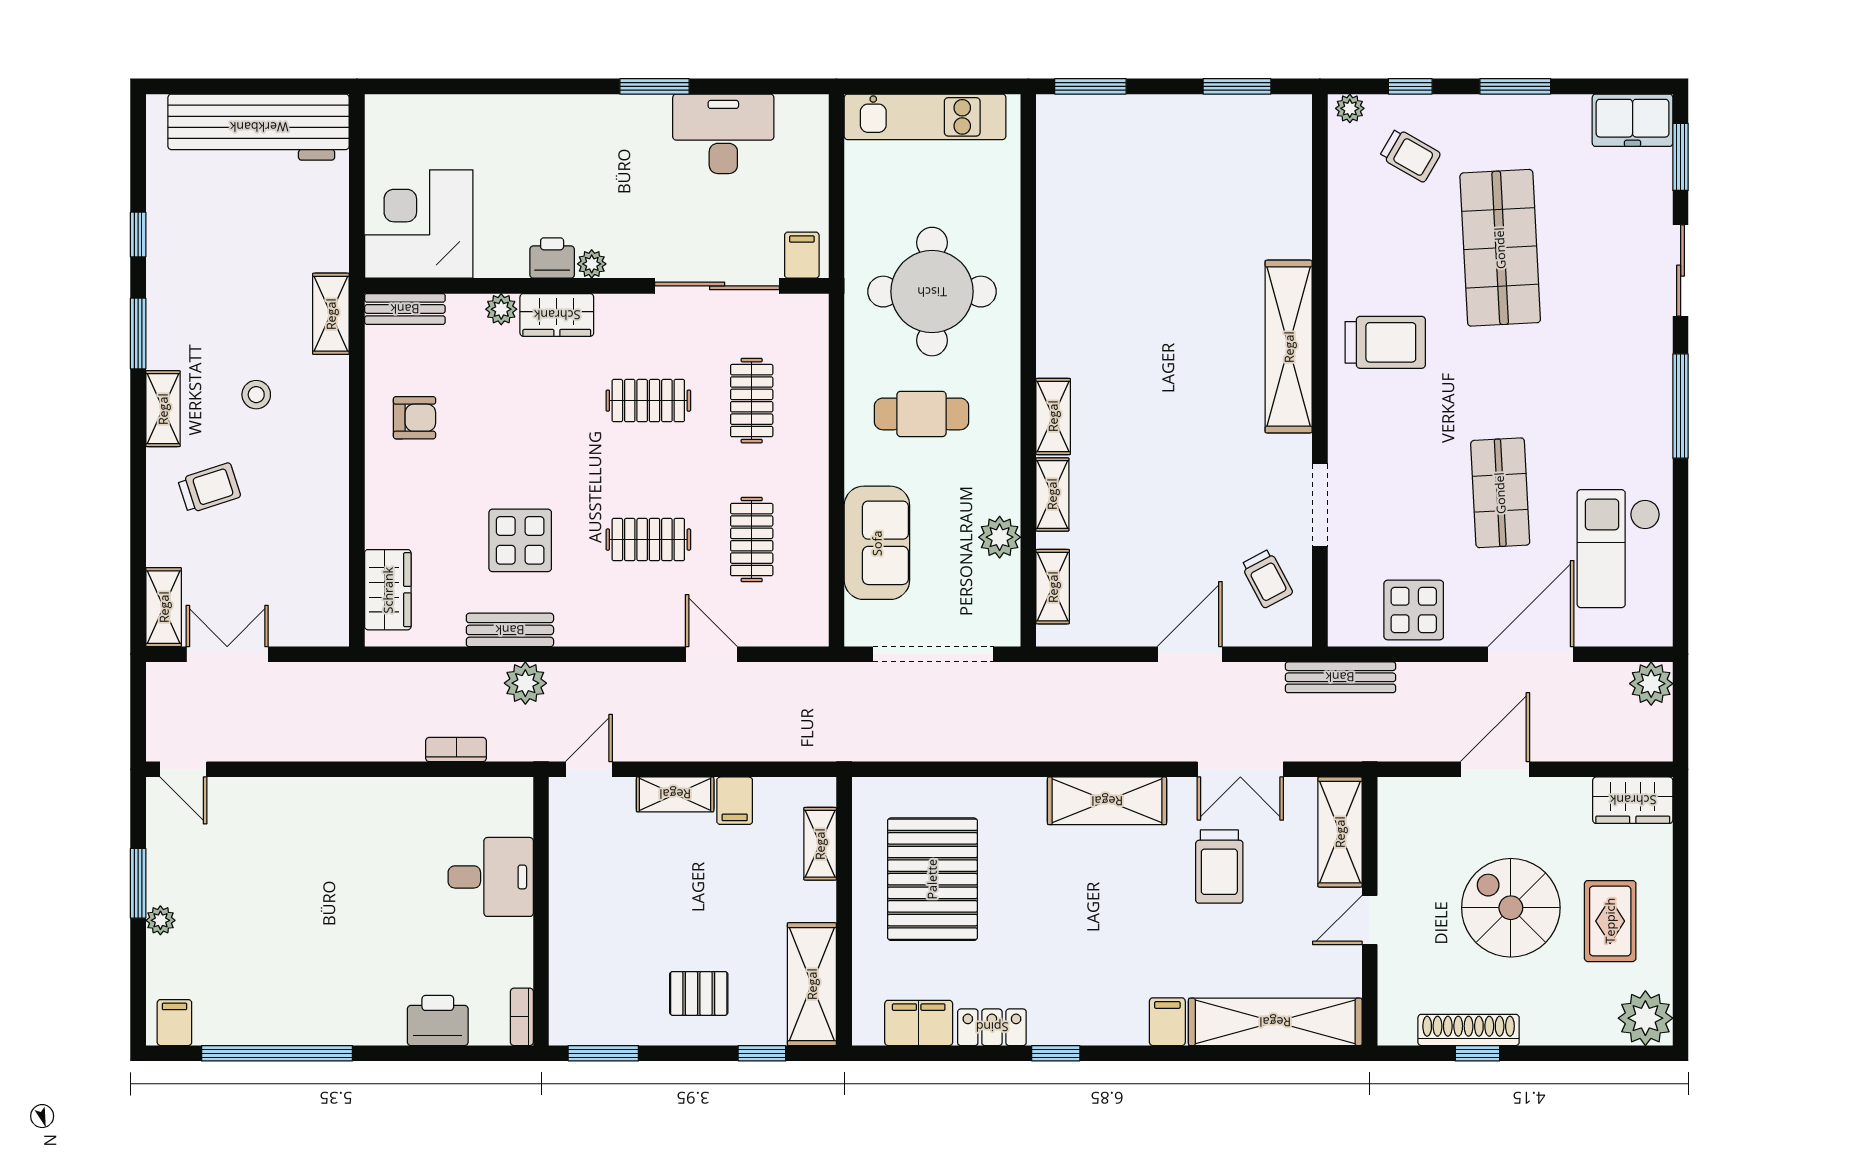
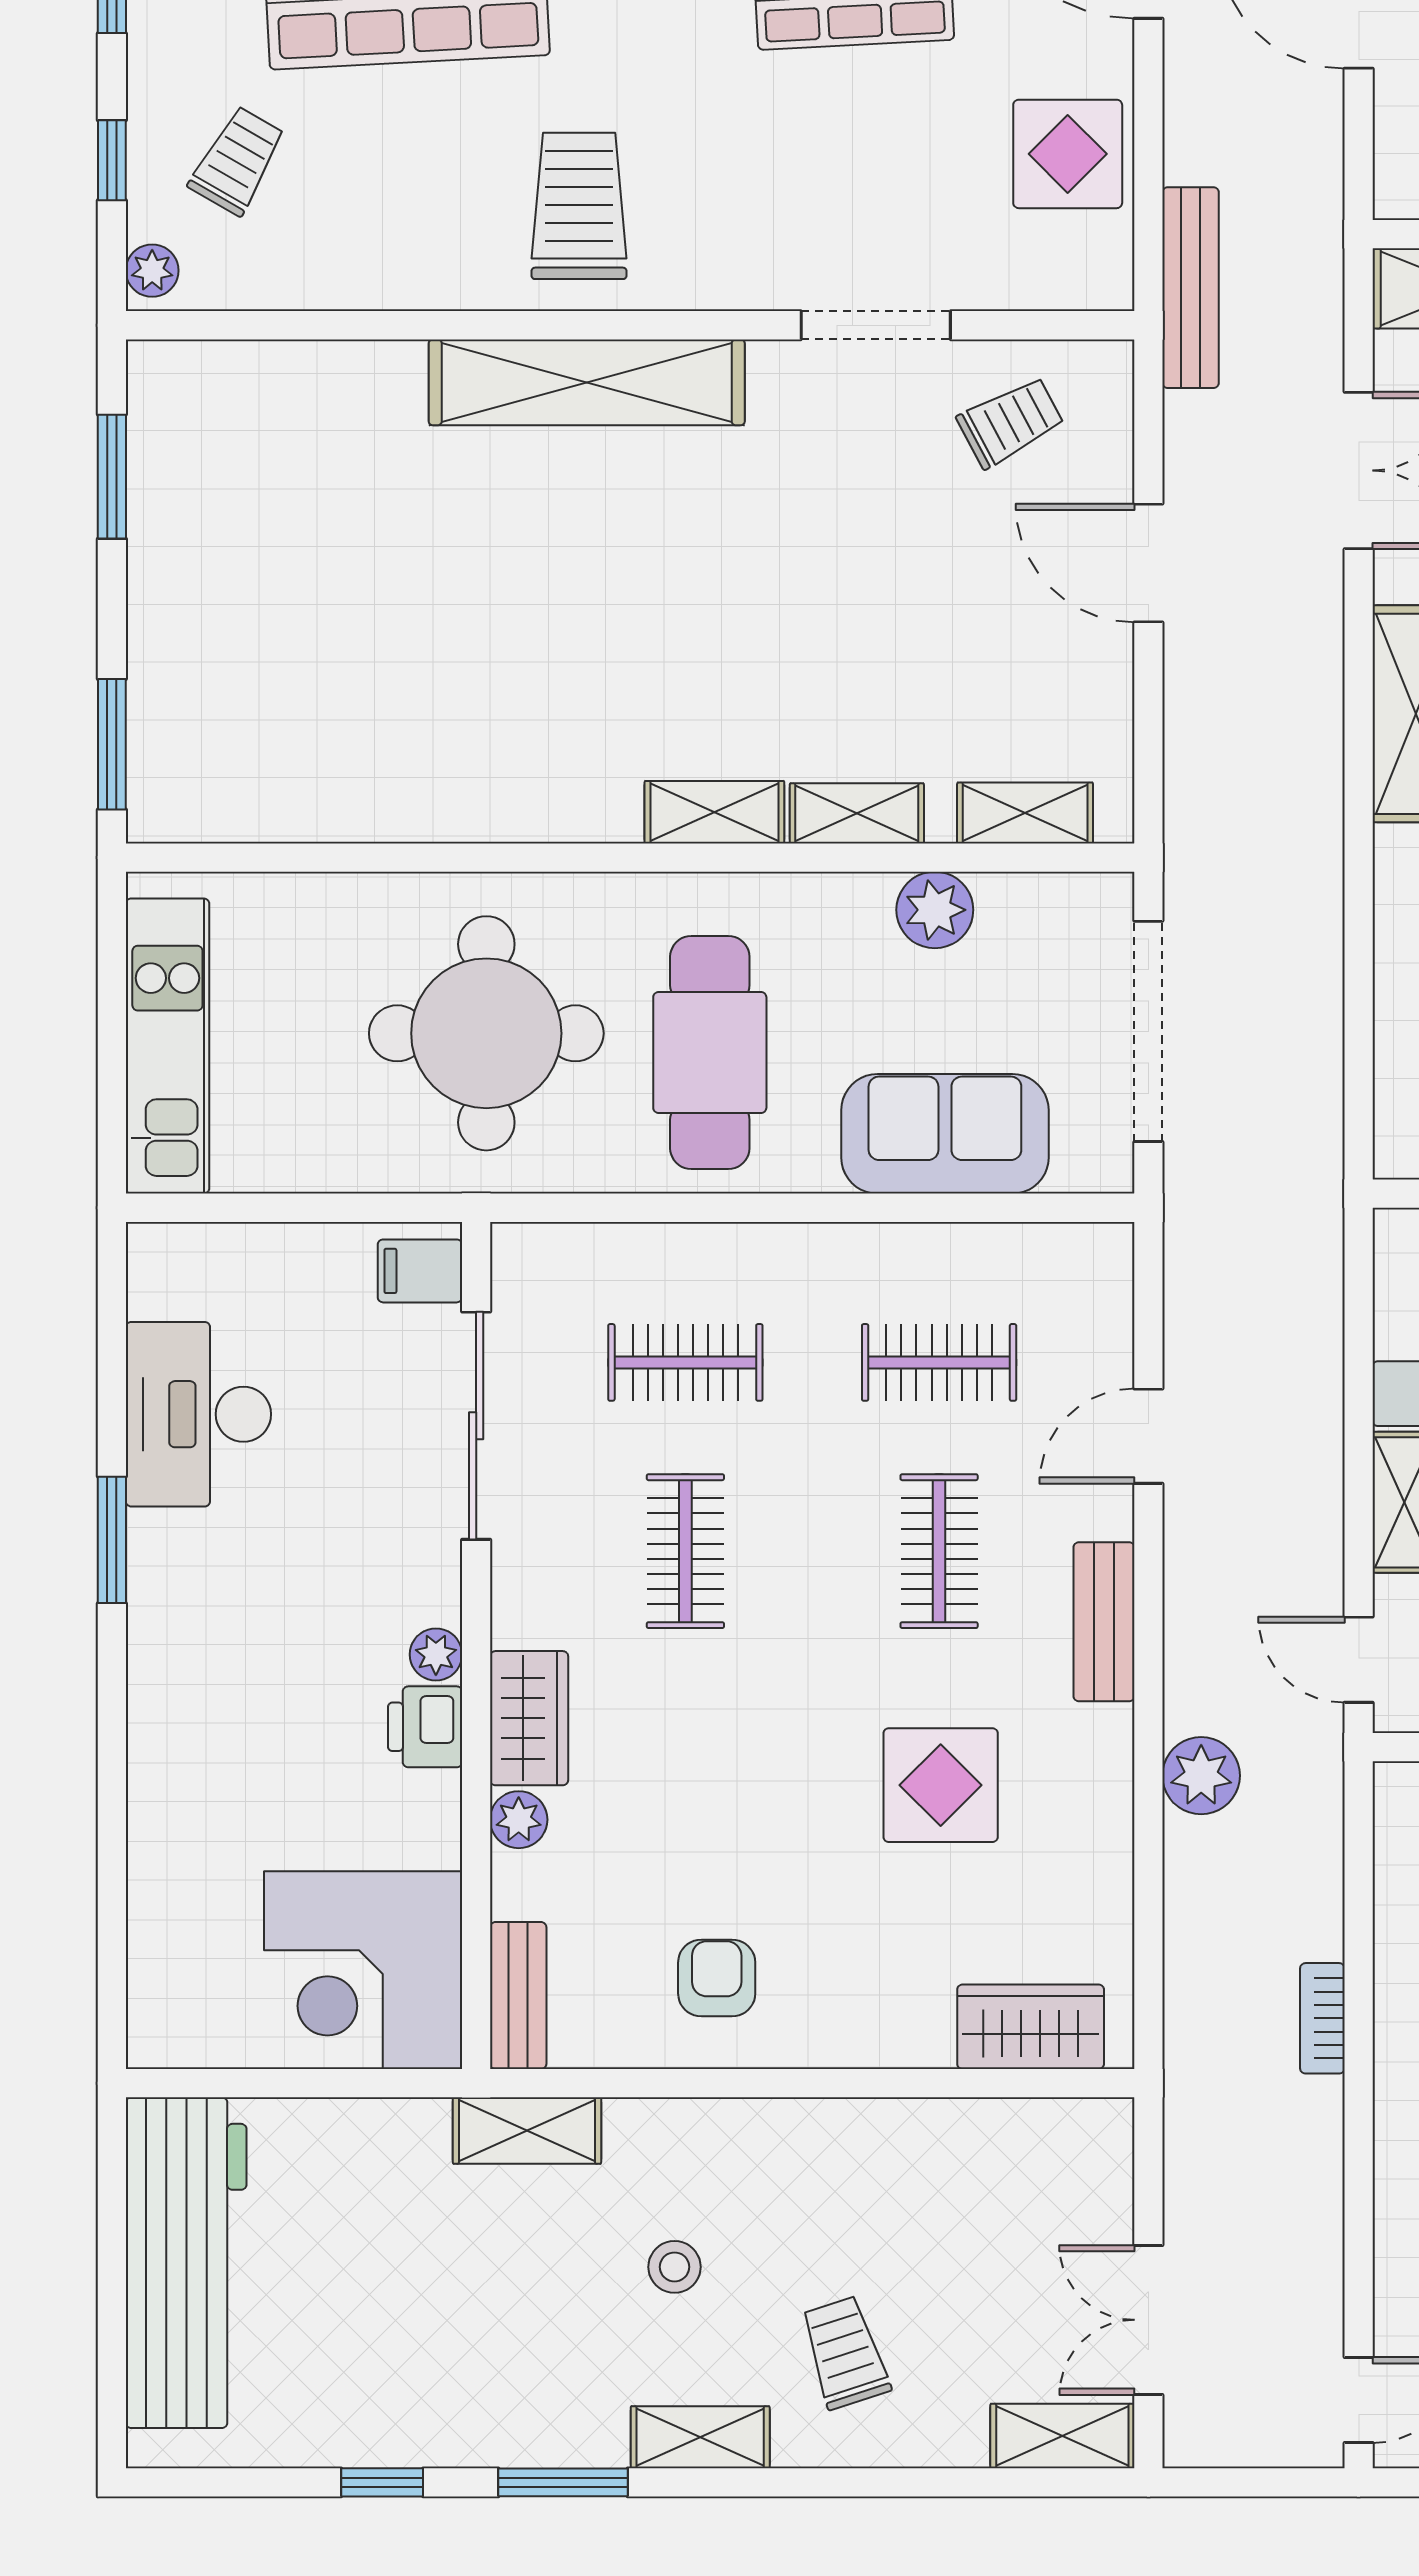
cafe table: (921, 414) -> (710, 1052), width x1.37, depth x1.35
bench: (510, 630) -> (1104, 1622), moved
bookcase: (456, 750) -> (1322, 2018), moved

